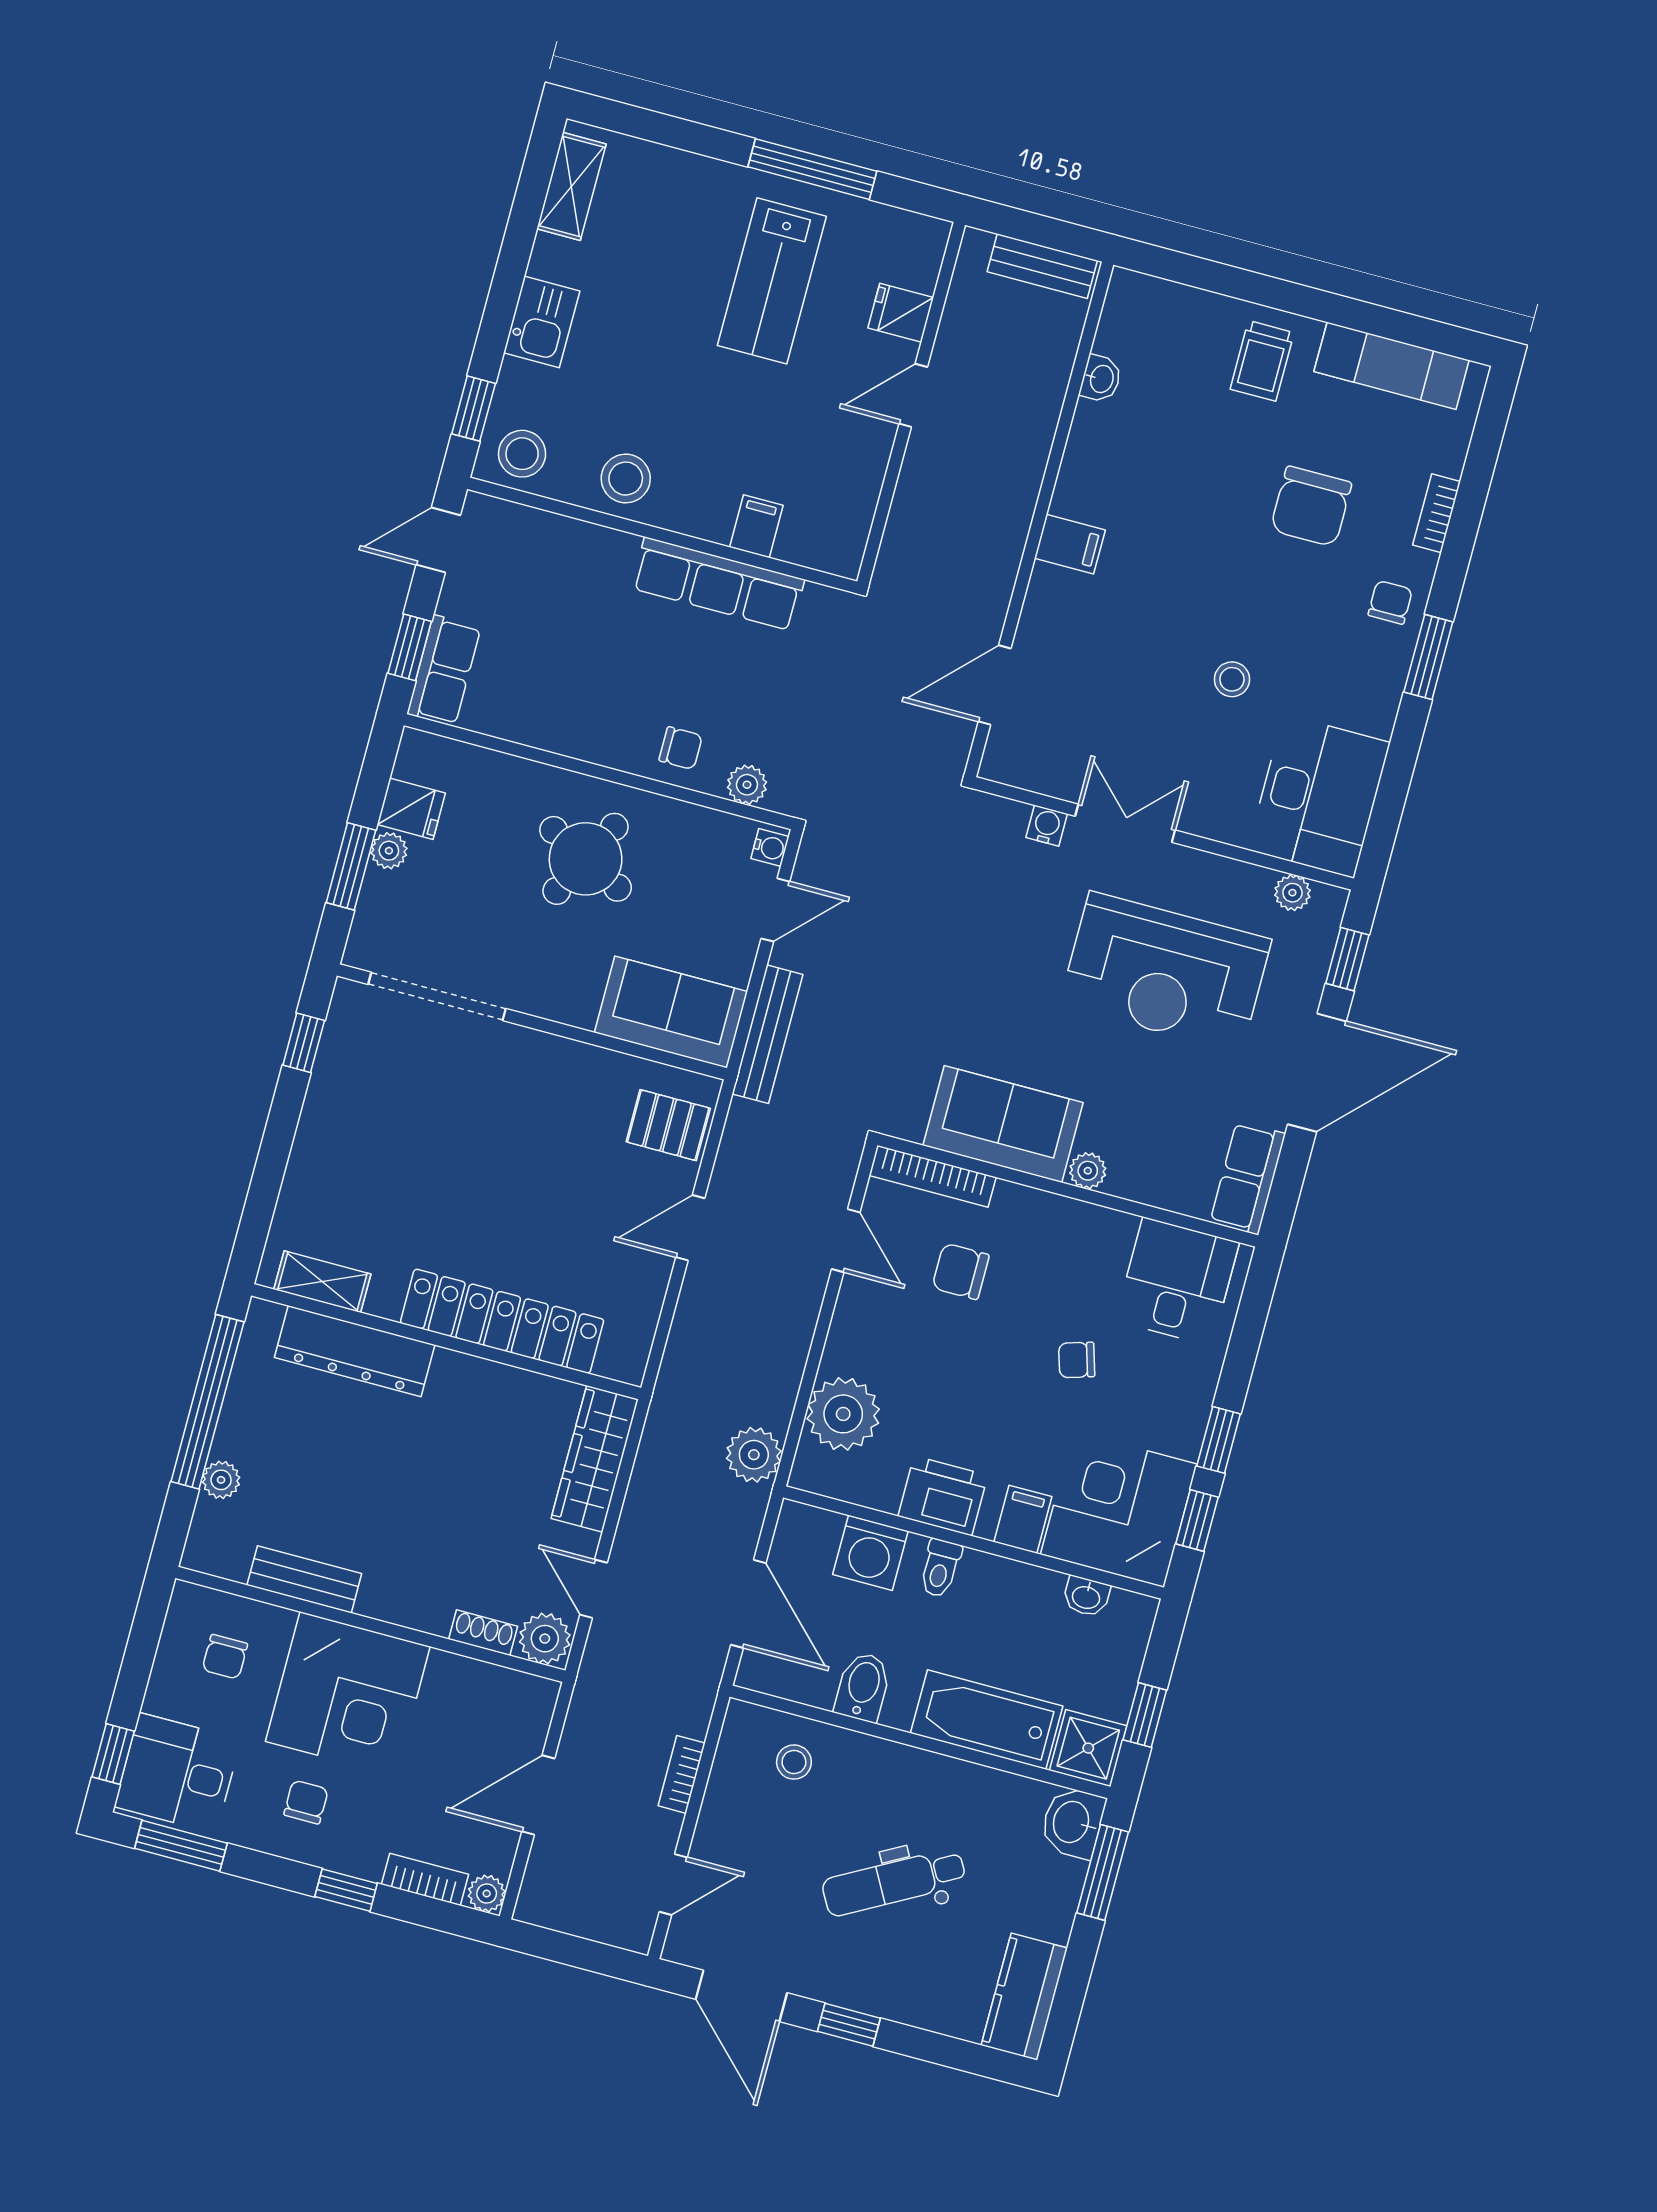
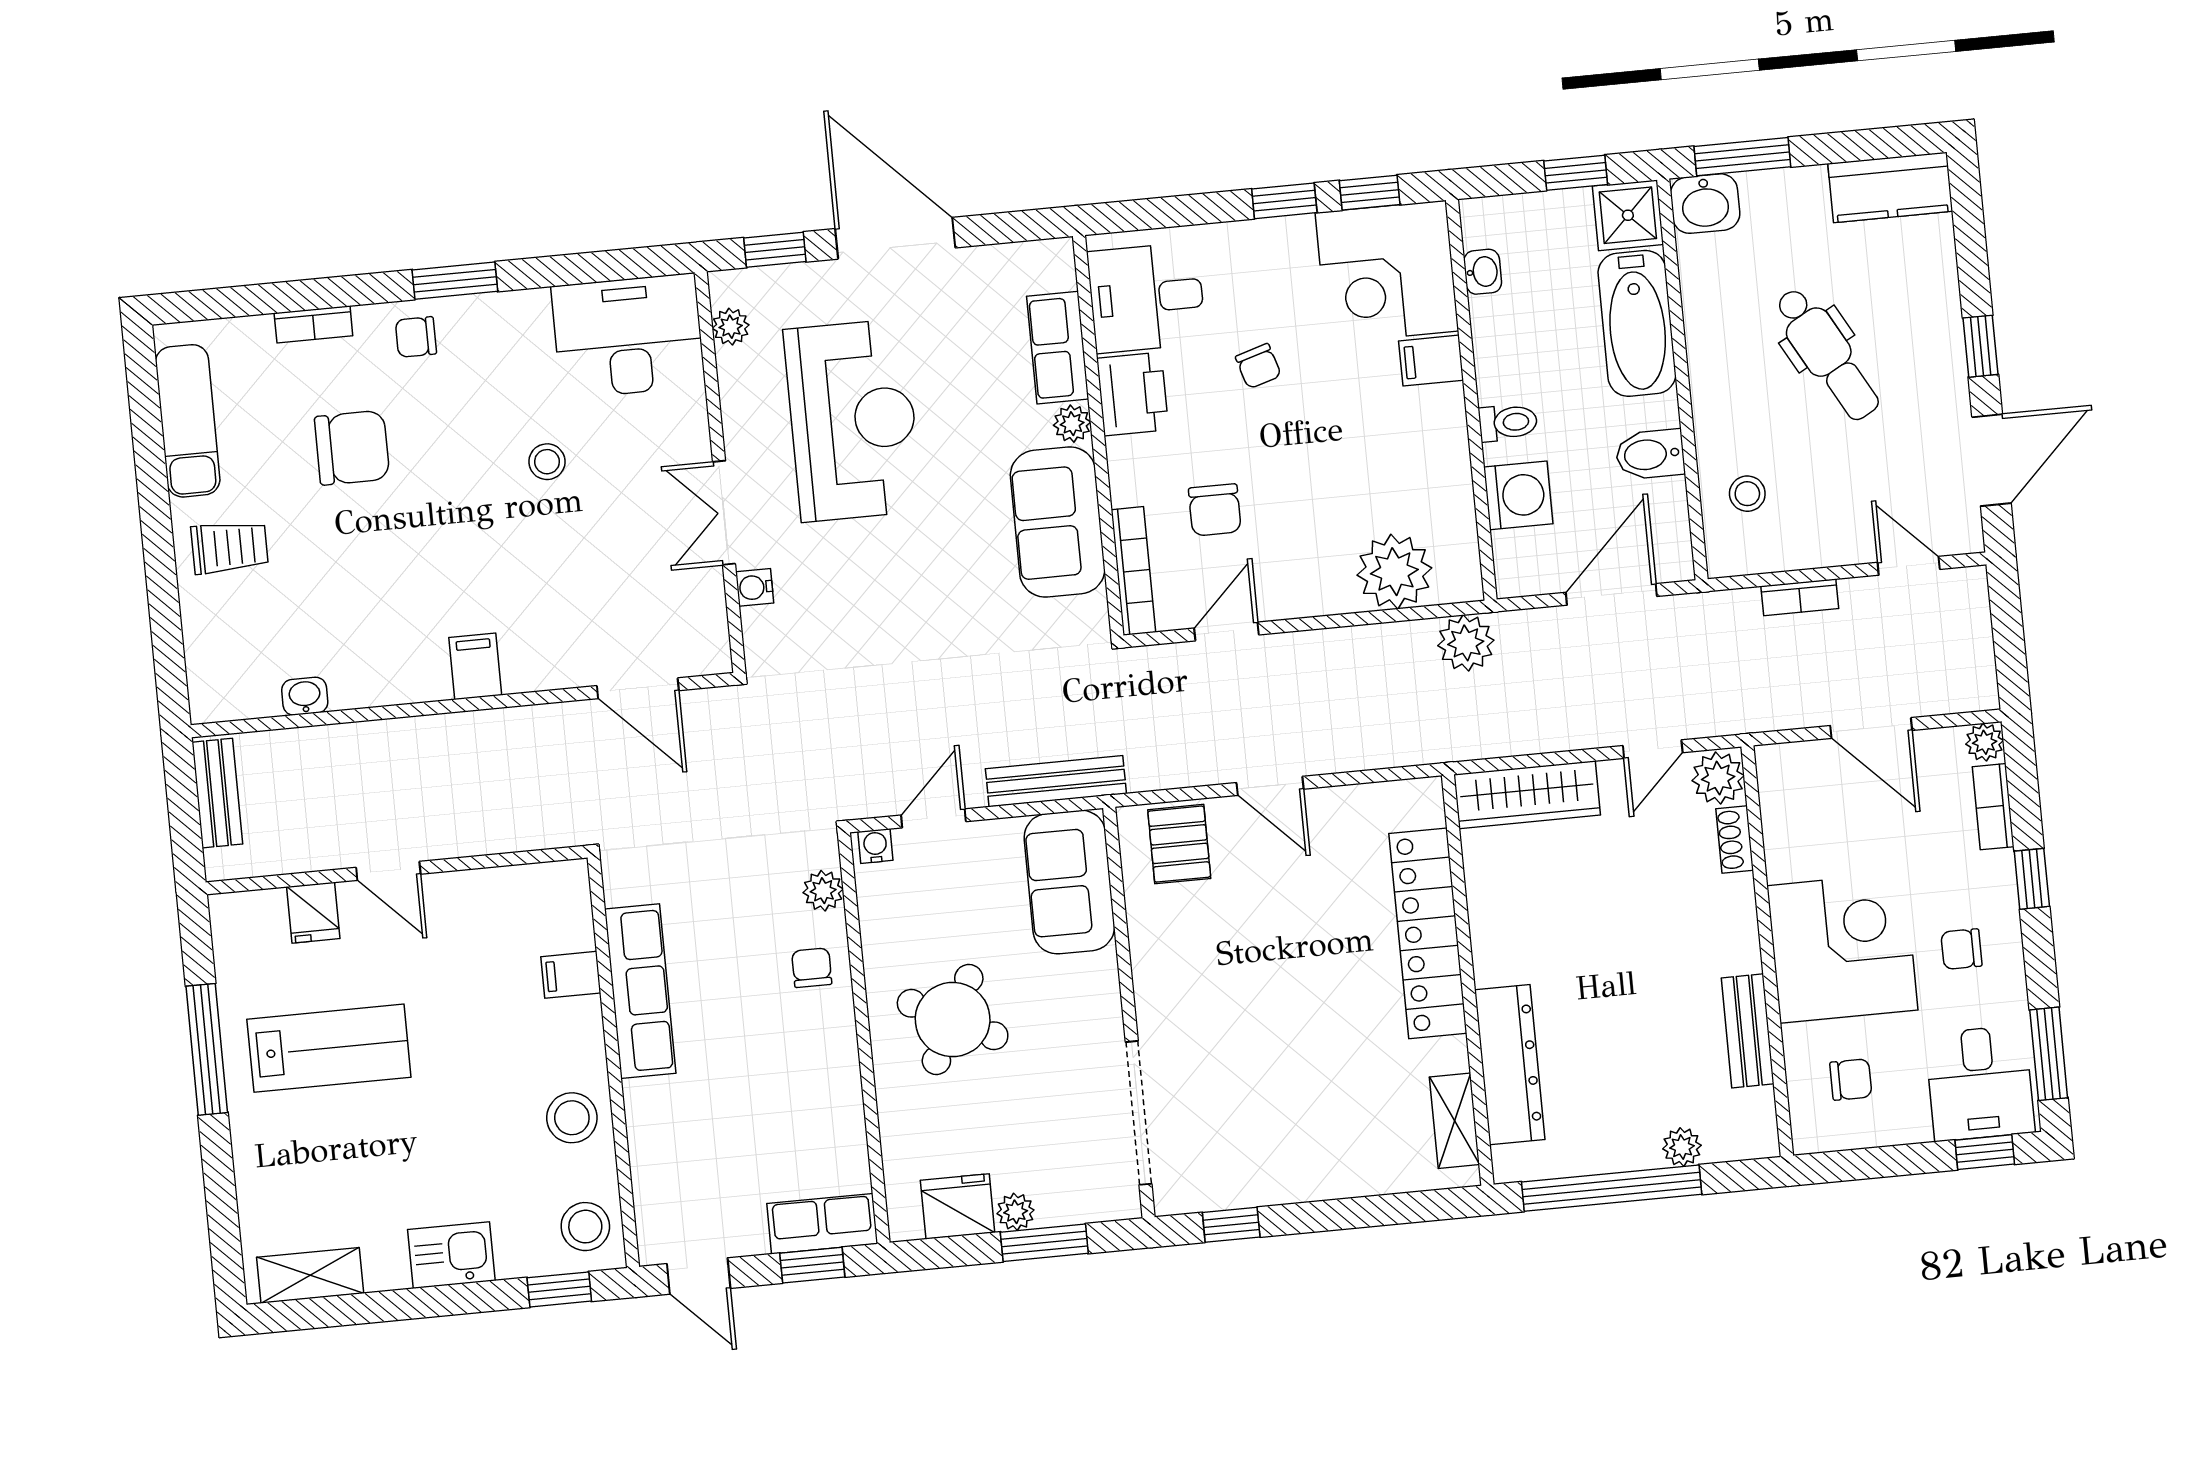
fridge: (411, 809) -> (958, 1206), width x1.38
door: (775, 910) -> (933, 818), hinge flipped
row of seats: (1248, 1178) -> (1058, 348), moved, turned 90
printer: (943, 1496) -> (1133, 394), moved, turned 180

